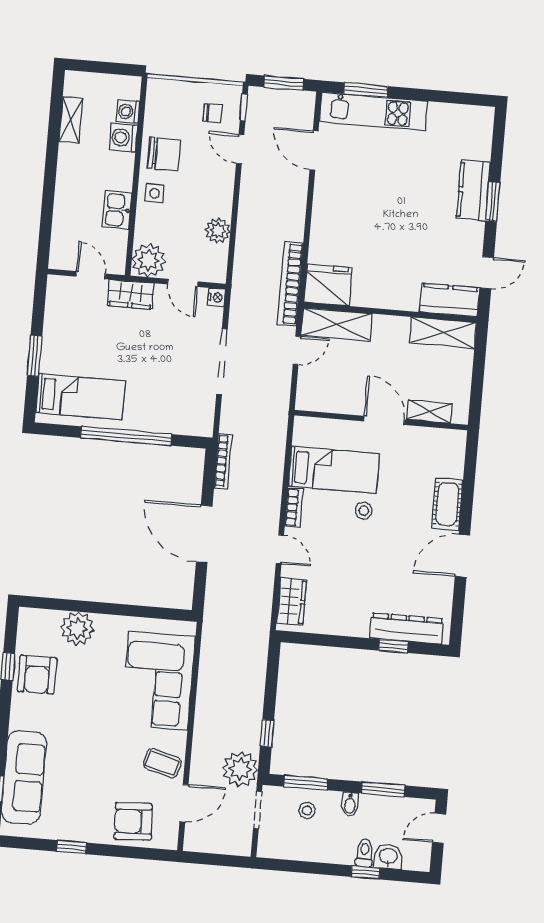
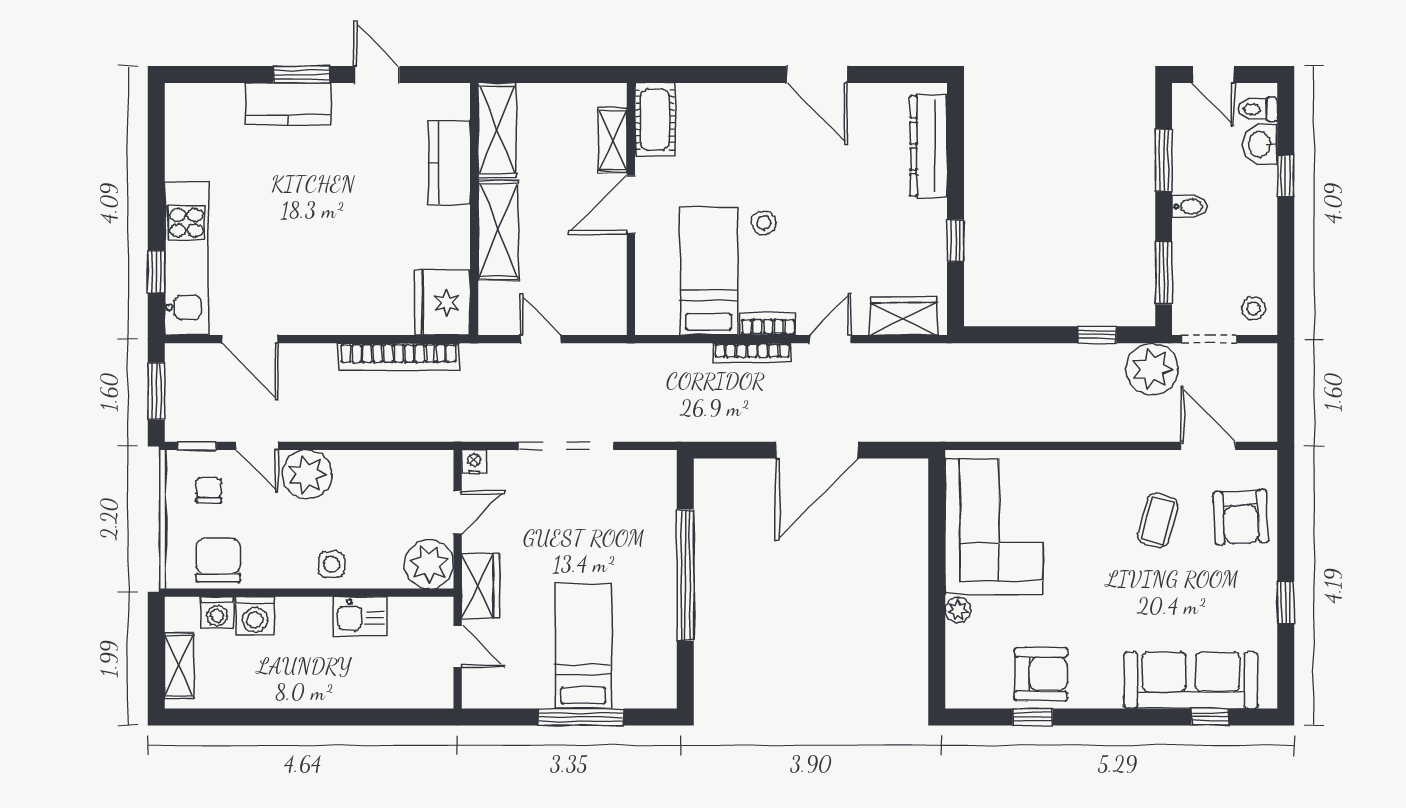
window: (366, 90) -> (156, 272), width x0.67
shelving: (71, 120) -> (179, 666), moved, turned 90
door: (240, 149) -> (257, 446), hinge flipped
door: (314, 150) -> (250, 339), hinge flipped
chair: (164, 154) -> (218, 560), moved
plant: (218, 231) -> (307, 475), moved, width x1.36, depth x1.36
door: (487, 273) -> (377, 75), moved
door: (91, 275) -> (458, 646), swing flipped
bookcase: (290, 284) -> (399, 357), moved
kitchen counter: (449, 300) -> (449, 163), moved
shelving: (337, 324) -> (498, 230), moved
window: (35, 356) -> (581, 717), width x1.44
bed: (80, 397) -> (583, 646), moved
bookcase: (223, 461) -> (752, 353), moved, turned 180
cot: (447, 504) -> (655, 119), moved, turned 90
plant: (77, 628) -> (958, 610), width x0.53, depth x0.53
window: (393, 646) -> (956, 241), moved
corner sofa: (158, 681) -> (994, 526), moved, turned -90
coffee table: (162, 763) -> (1158, 520), moved
stool: (307, 810) -> (1253, 309), moved
toilet: (364, 853) -> (1258, 109), moved

